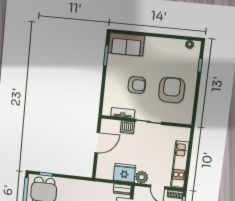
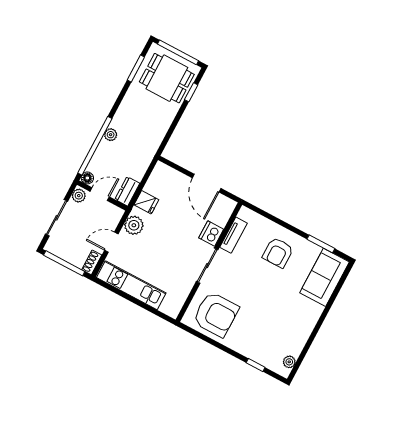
armchair: (137, 85) -> (278, 253), moved
armchair: (172, 90) -> (216, 314), moved
fridge: (124, 173) -> (146, 202), width x0.53, depth x0.75

